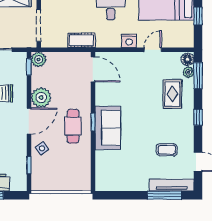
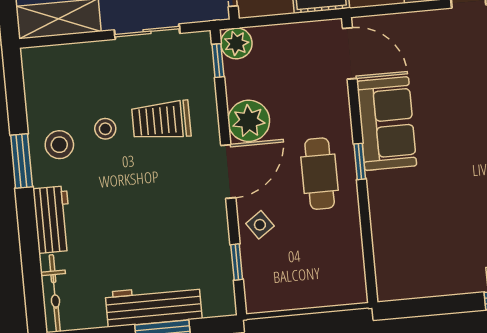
sofa: (108, 128) -> (387, 124), moved

